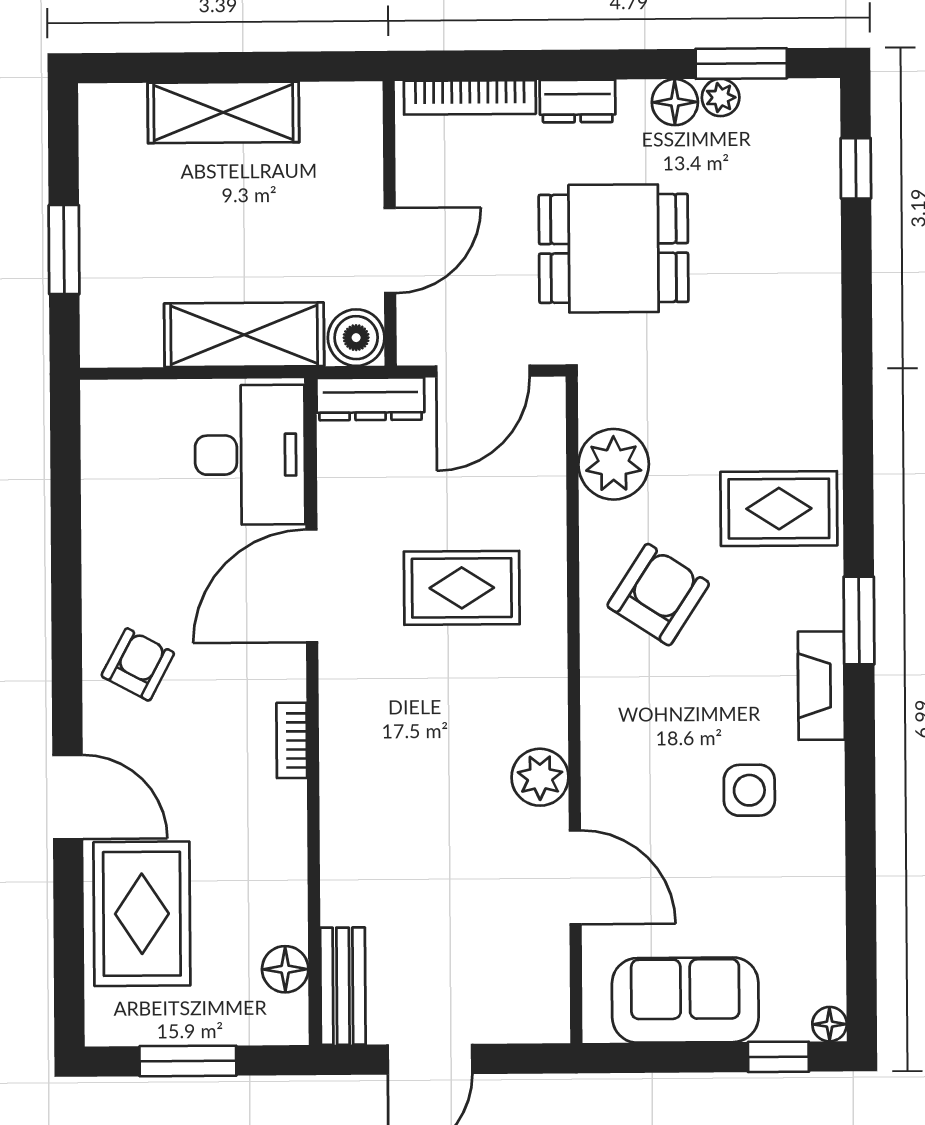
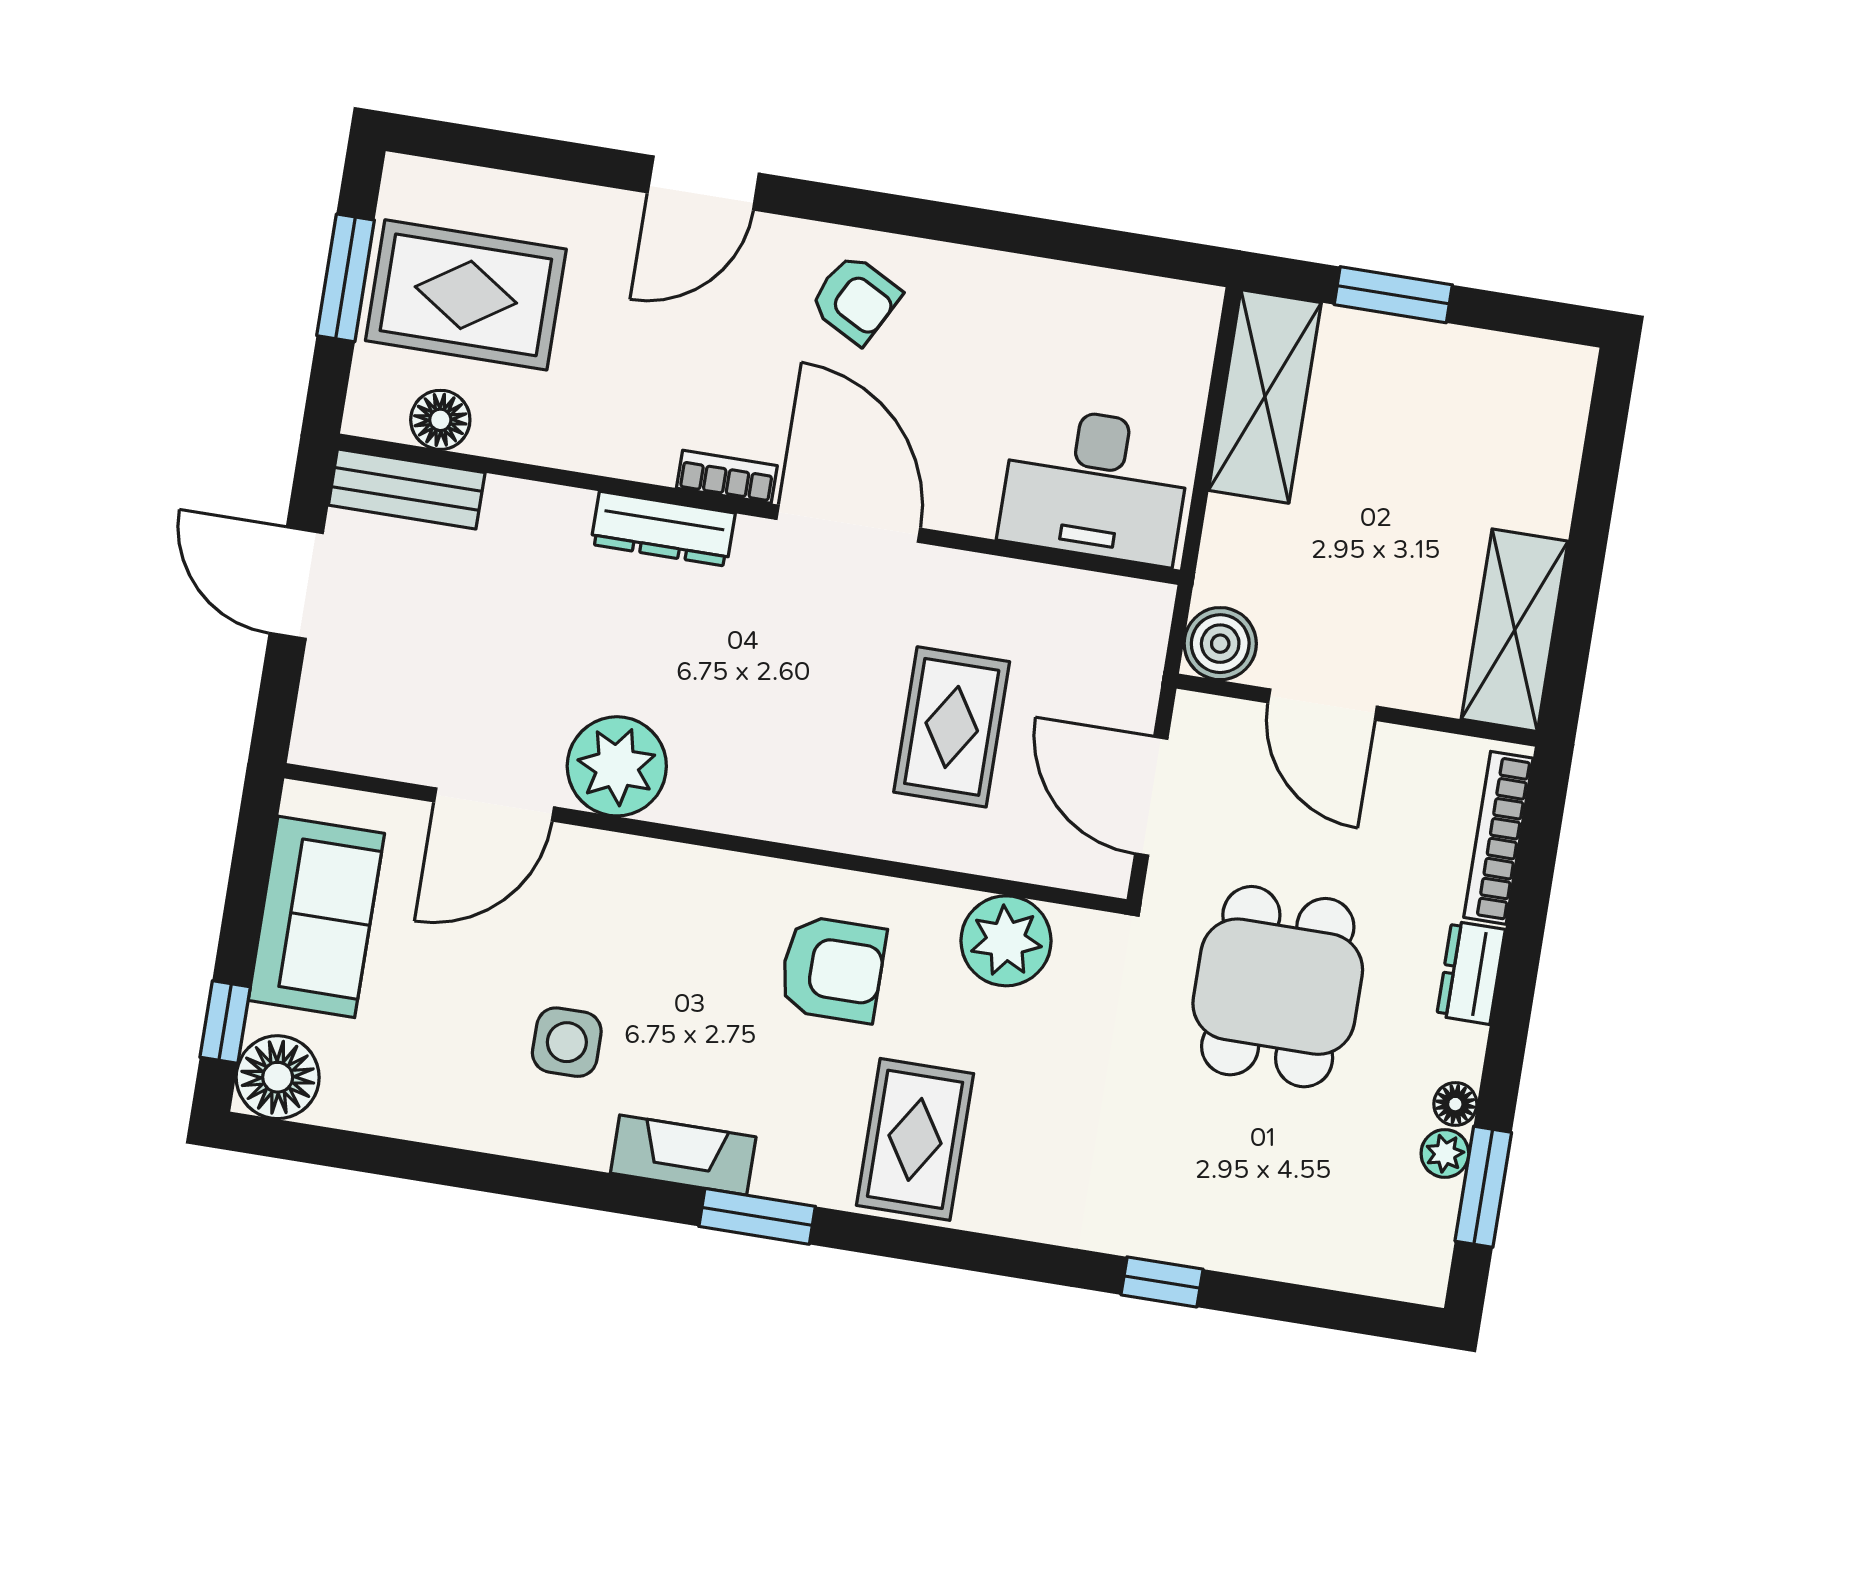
floor lamp: (675, 102) -> (1455, 1104), width x0.73, depth x0.73
shelving: (223, 112) -> (1515, 630), moved
window: (856, 168) -> (1162, 1282), moved
shelving: (244, 335) -> (1265, 396), moved
dresser: (370, 399) -> (663, 529), moved, turned -90
door: (312, 586) -> (848, 524), moved
rug: (462, 588) -> (952, 727), moved
armchair: (658, 595) -> (832, 969), turned -33
plant: (540, 777) -> (617, 766), width x1.36, depth x1.36
rug: (142, 914) -> (466, 295), moved
floor lamp: (830, 1024) -> (278, 1077), width x1.89, depth x1.89

